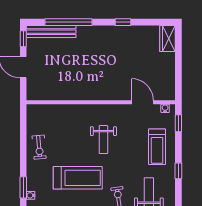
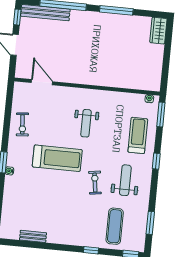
window: (123, 22) -> (116, 10), width x2.17
door: (142, 102) -> (42, 82), moved
window: (178, 123) -> (161, 114), width x1.50
treadmill: (157, 147) -> (138, 135), turned 180

